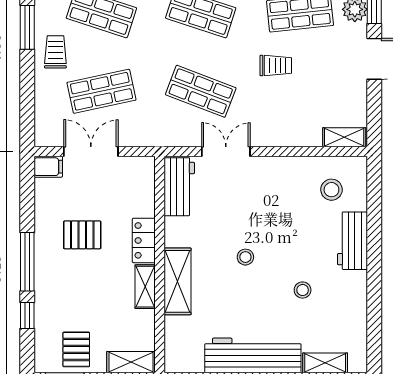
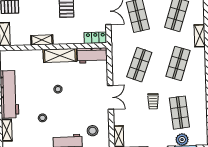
double door: (226, 151) -> (110, 97), moved
locker: (144, 240) -> (95, 38), moved
shelving: (178, 281) -> (60, 56), moved

